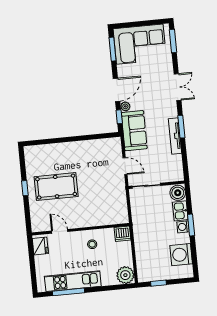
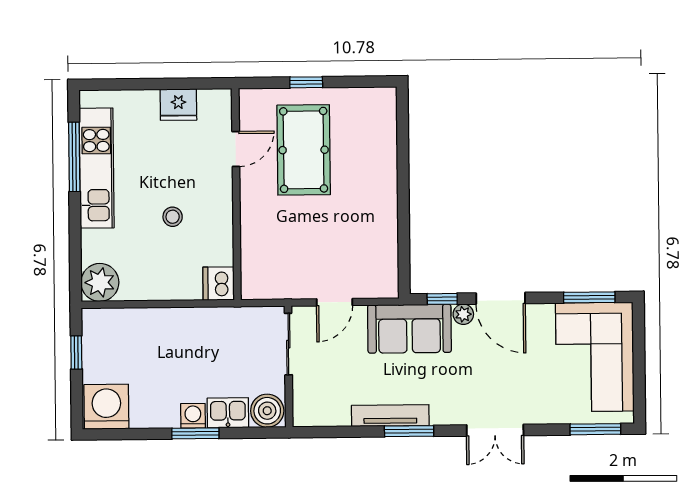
wall: (81, 229) -> (236, 194), moved
door: (60, 231) -> (236, 149), moved
dishwasher: (122, 234) -> (219, 284), moved
washing machine: (181, 255) -> (106, 407), moved

